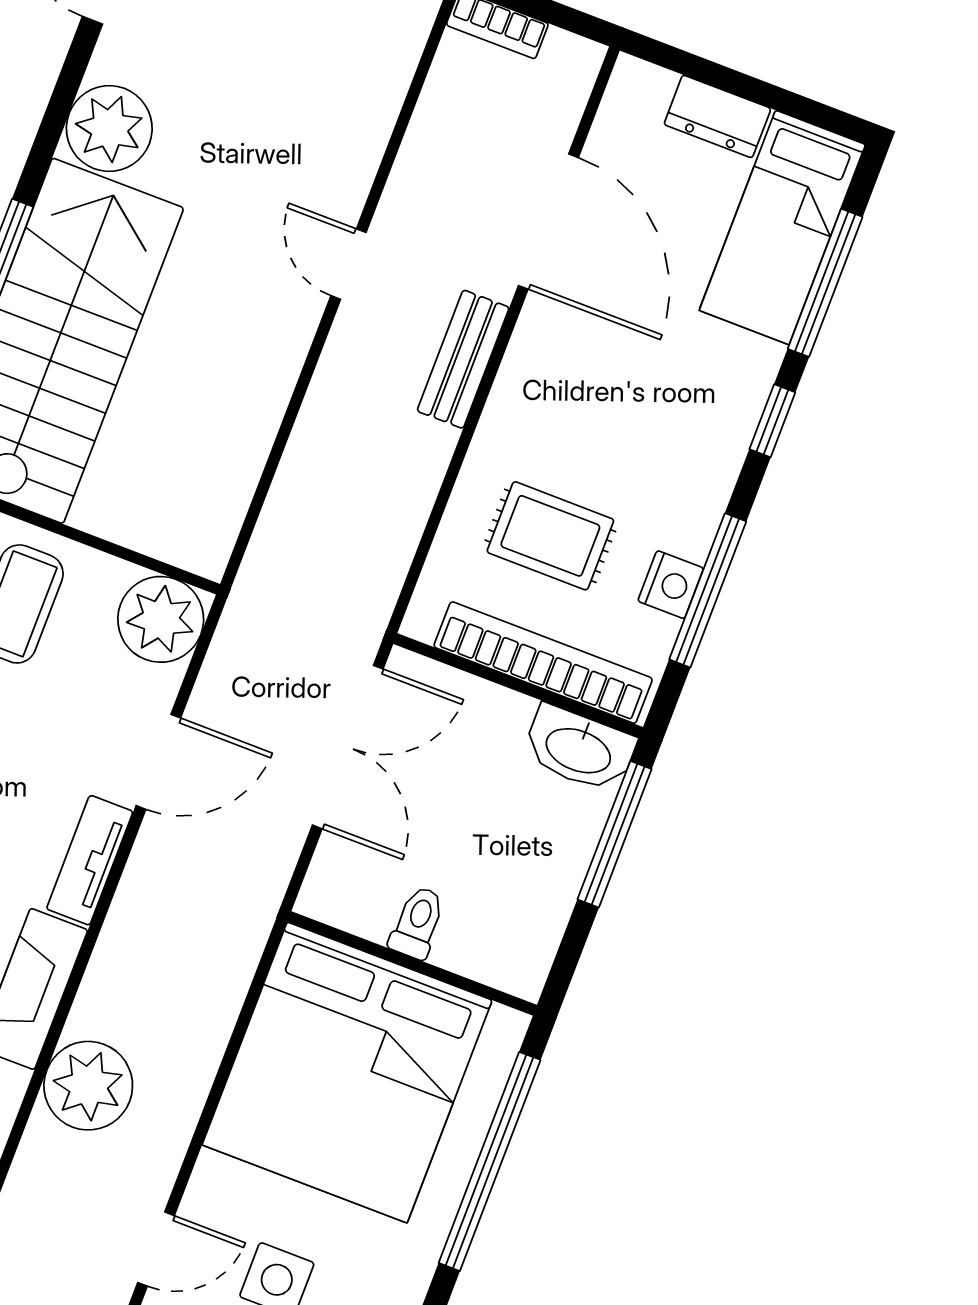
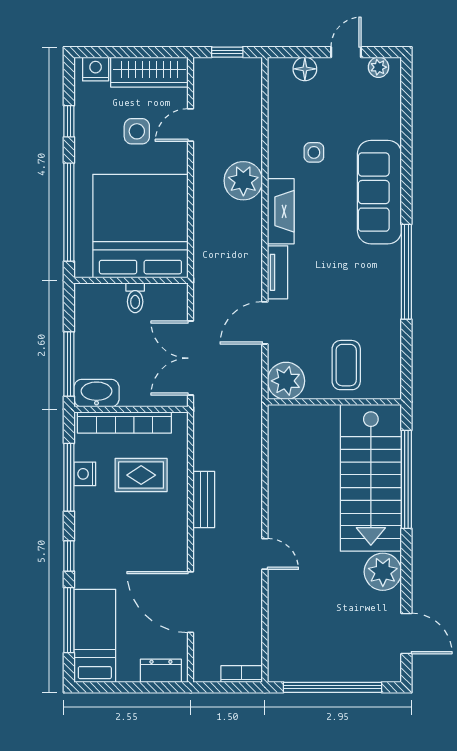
dresser: (717, 116) -> (161, 671), moved
bench: (463, 359) -> (204, 499), moved

